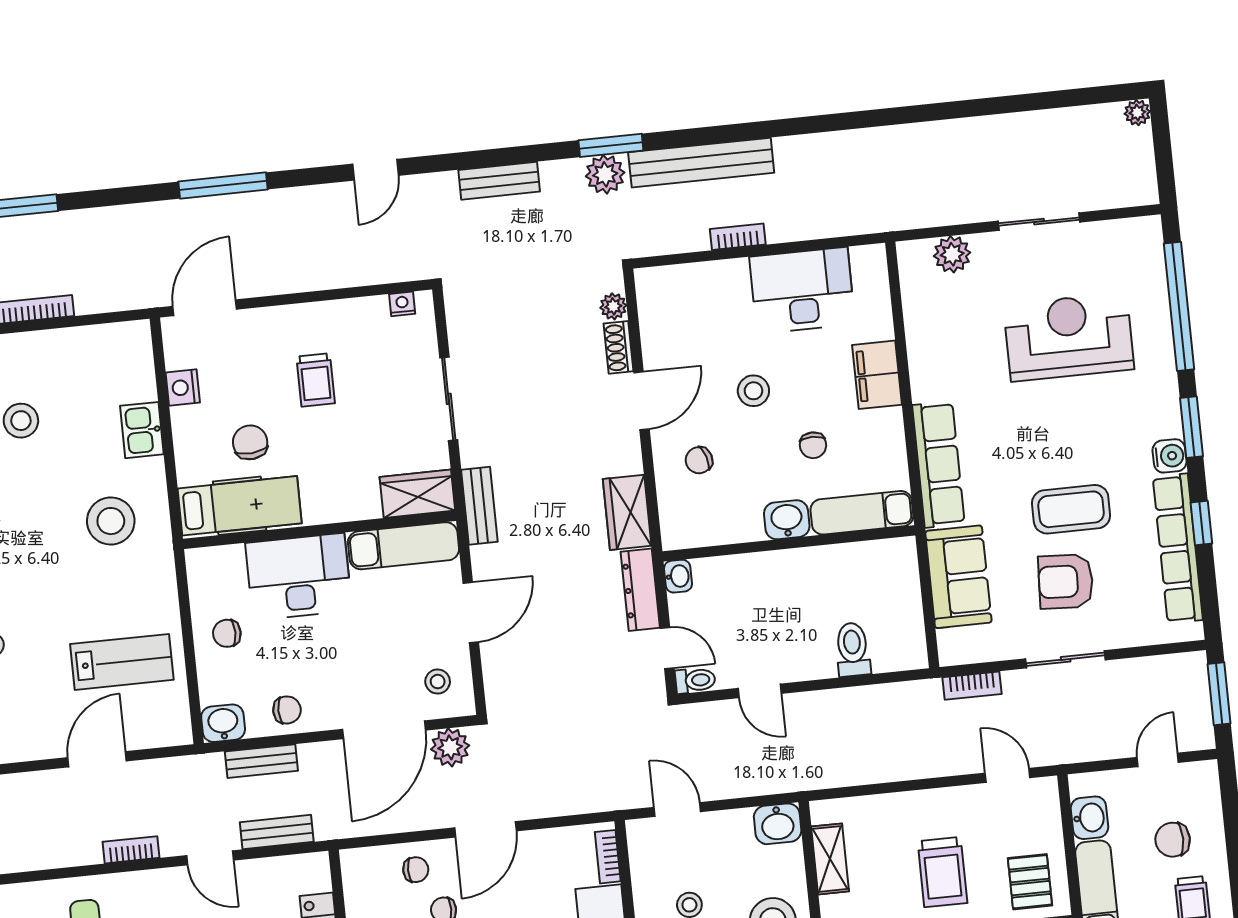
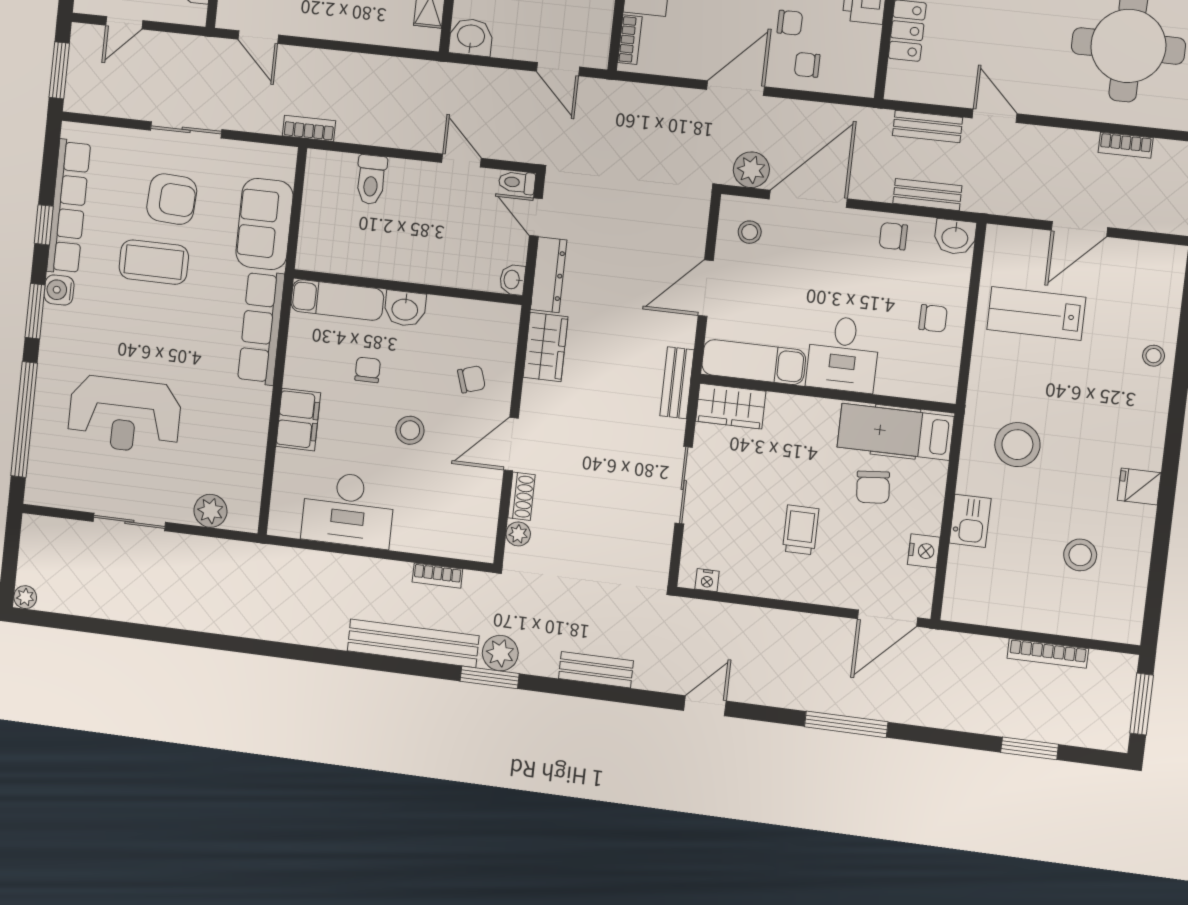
bookcase: (738, 237) -> (437, 576), moved
desk: (299, 577) -> (843, 354), width x0.73
bookcase: (972, 686) -> (309, 128), moved
bookcase: (131, 850) -> (1126, 145), moved

